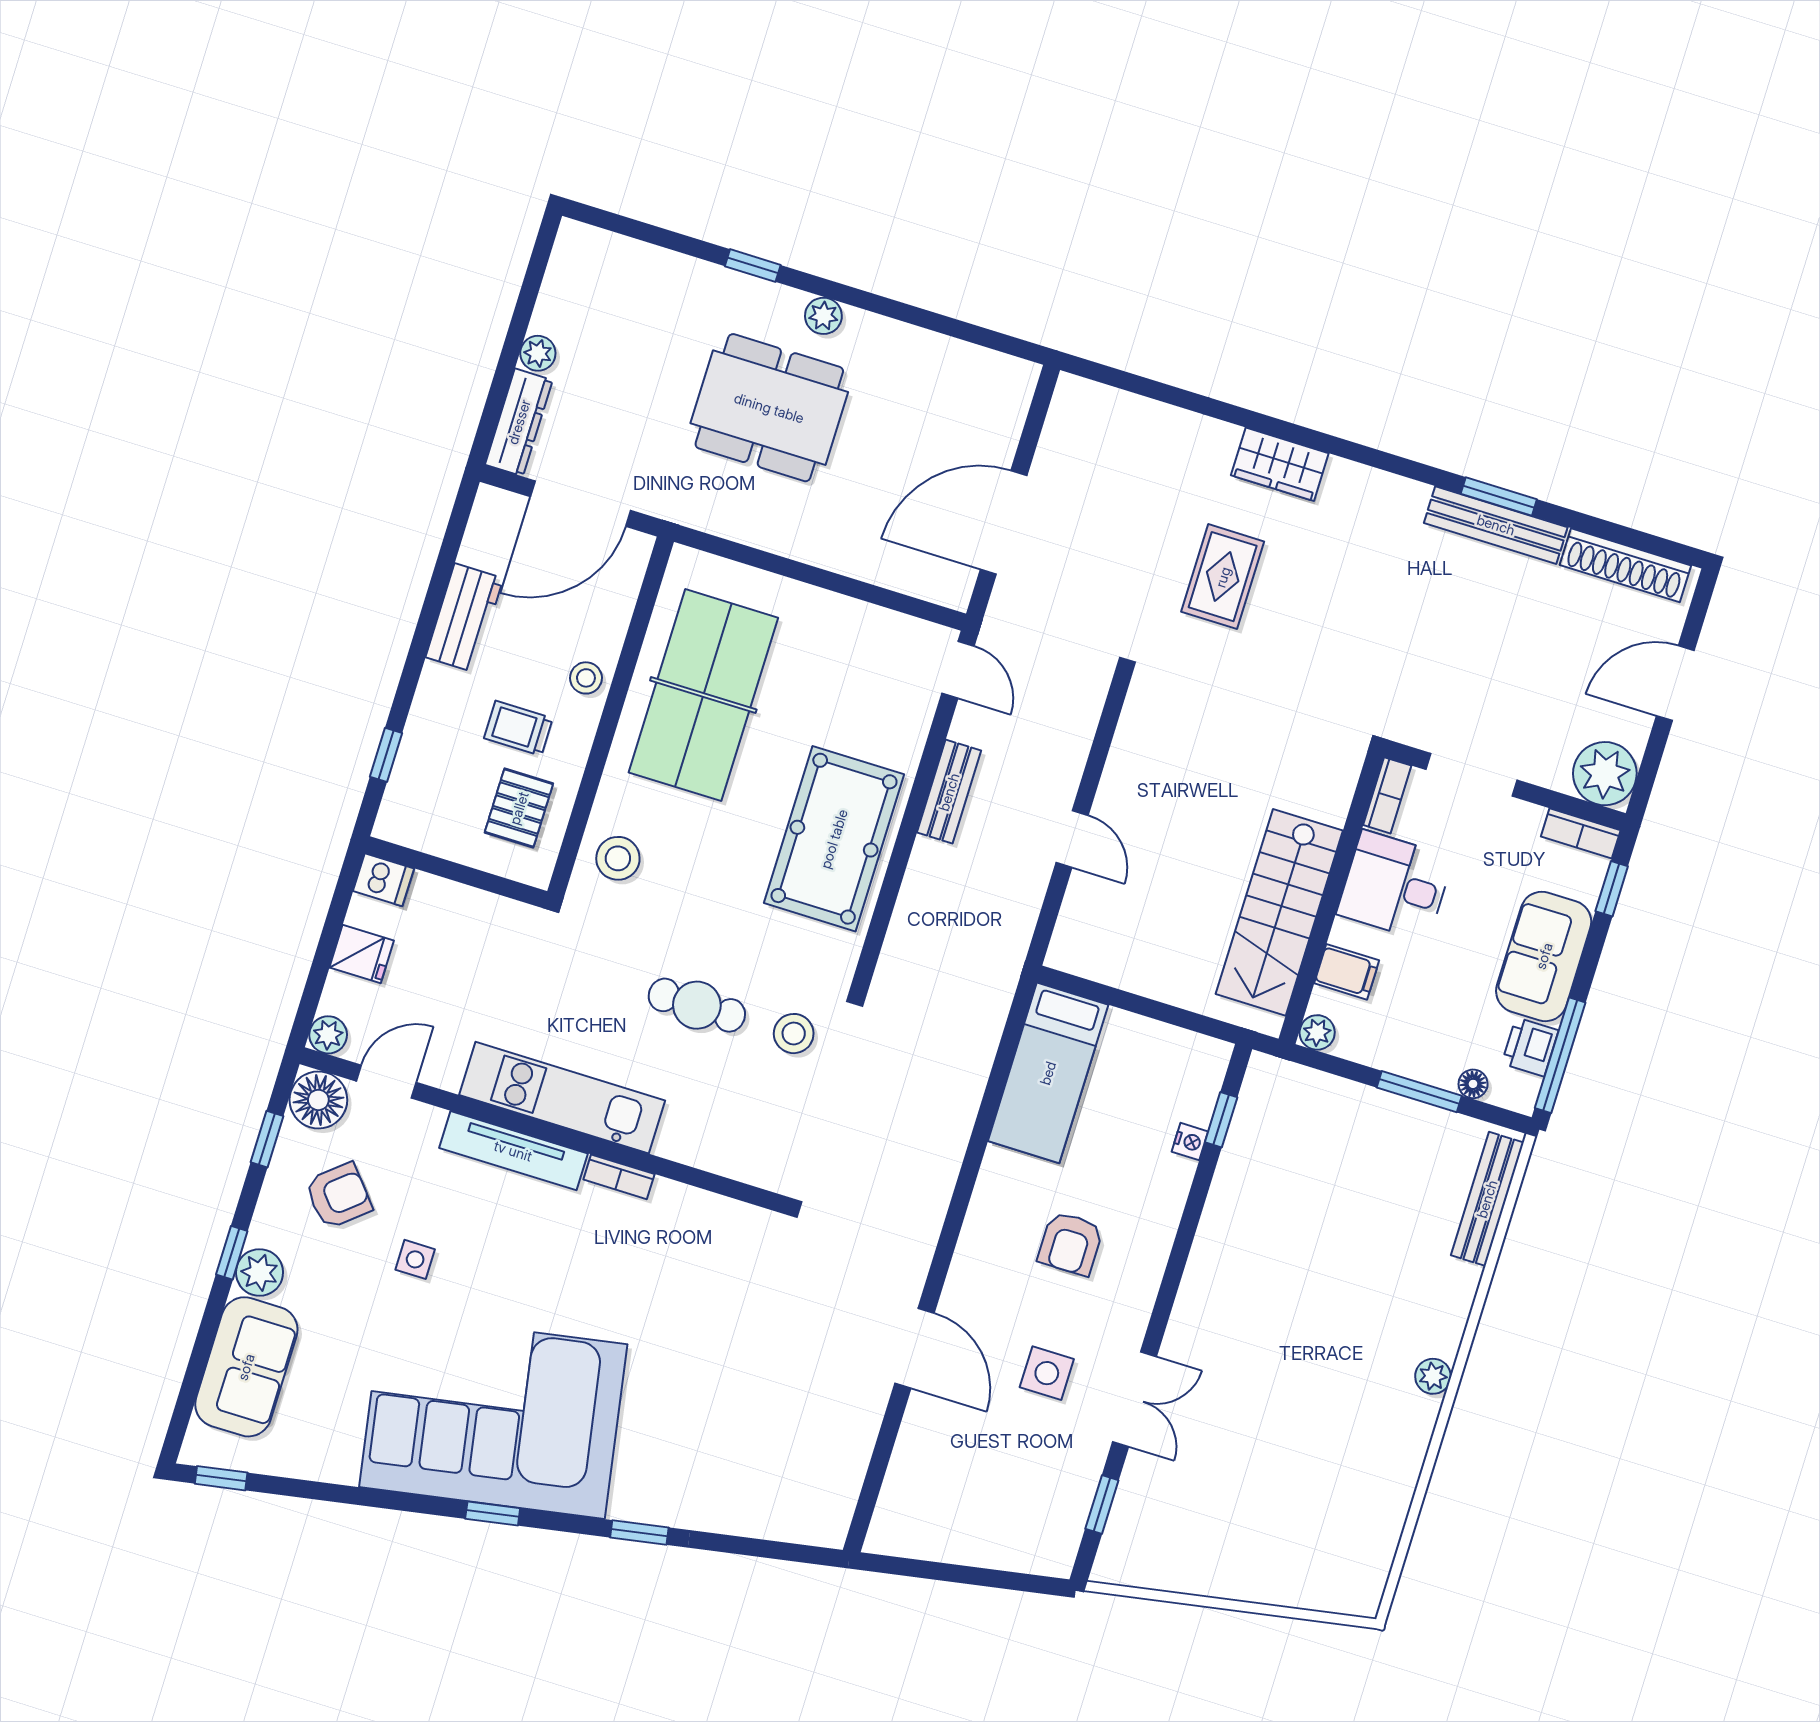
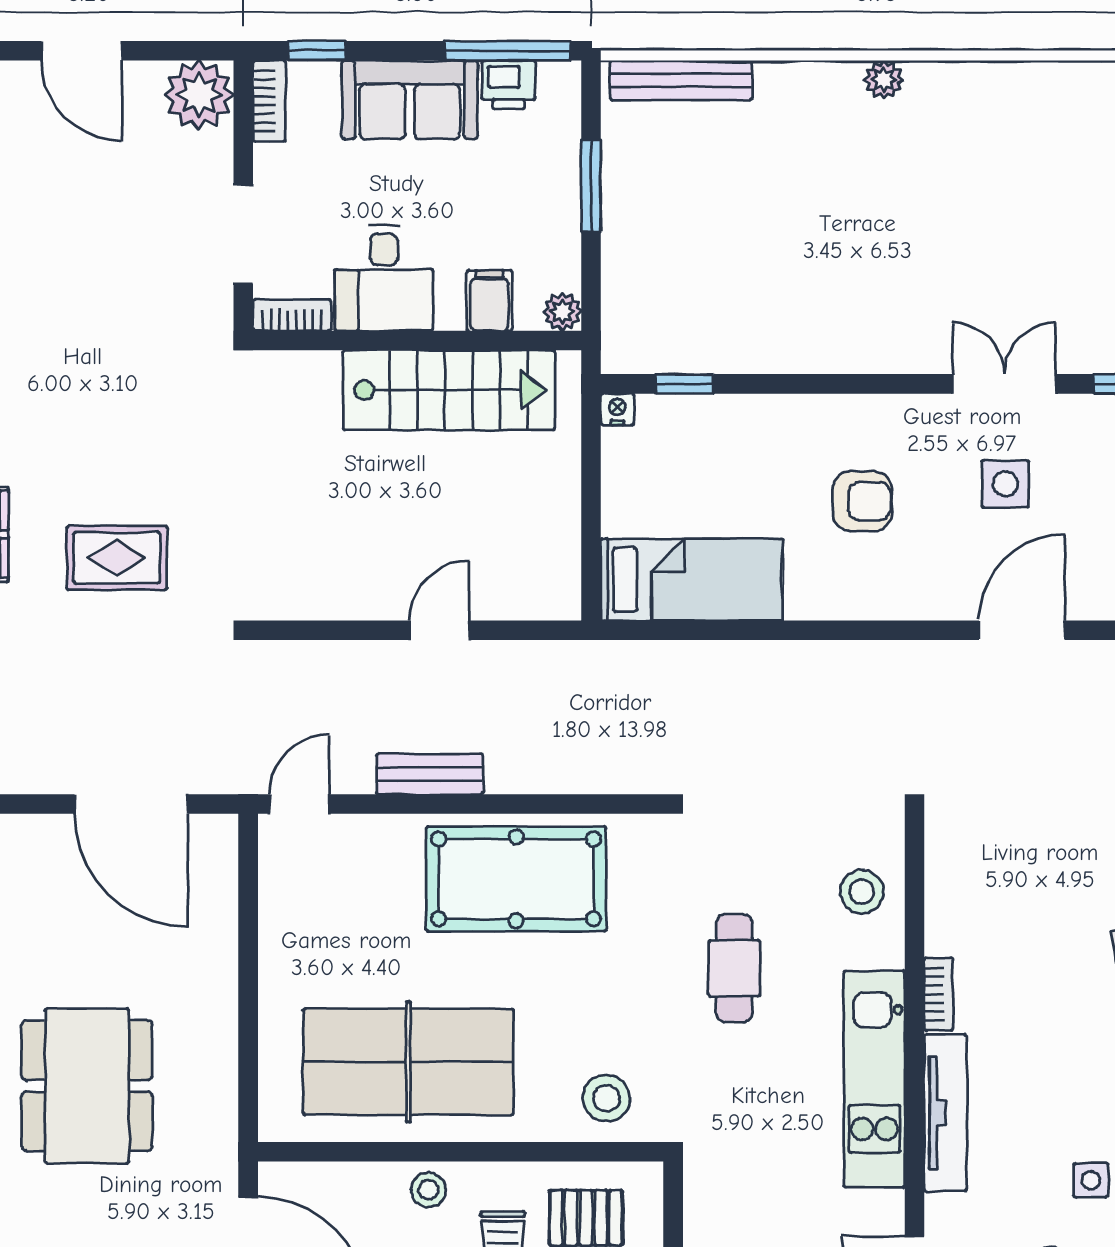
stool: (794, 1034) -> (862, 892), moved
floor lamp: (1473, 1084) -> (566, 132), removed
nightstand: (1190, 1142) -> (617, 409), moved

